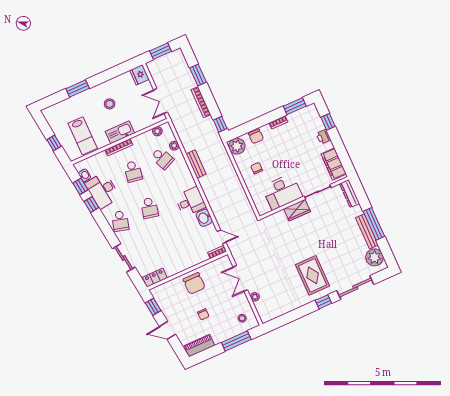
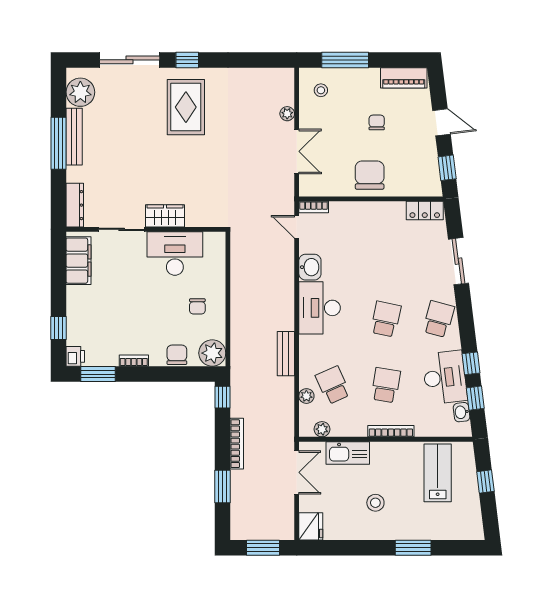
kitchen sink: (120, 132) -> (348, 453), moved
printer: (324, 137) -> (75, 356), moved
desk: (191, 202) -> (320, 308), width x1.37

